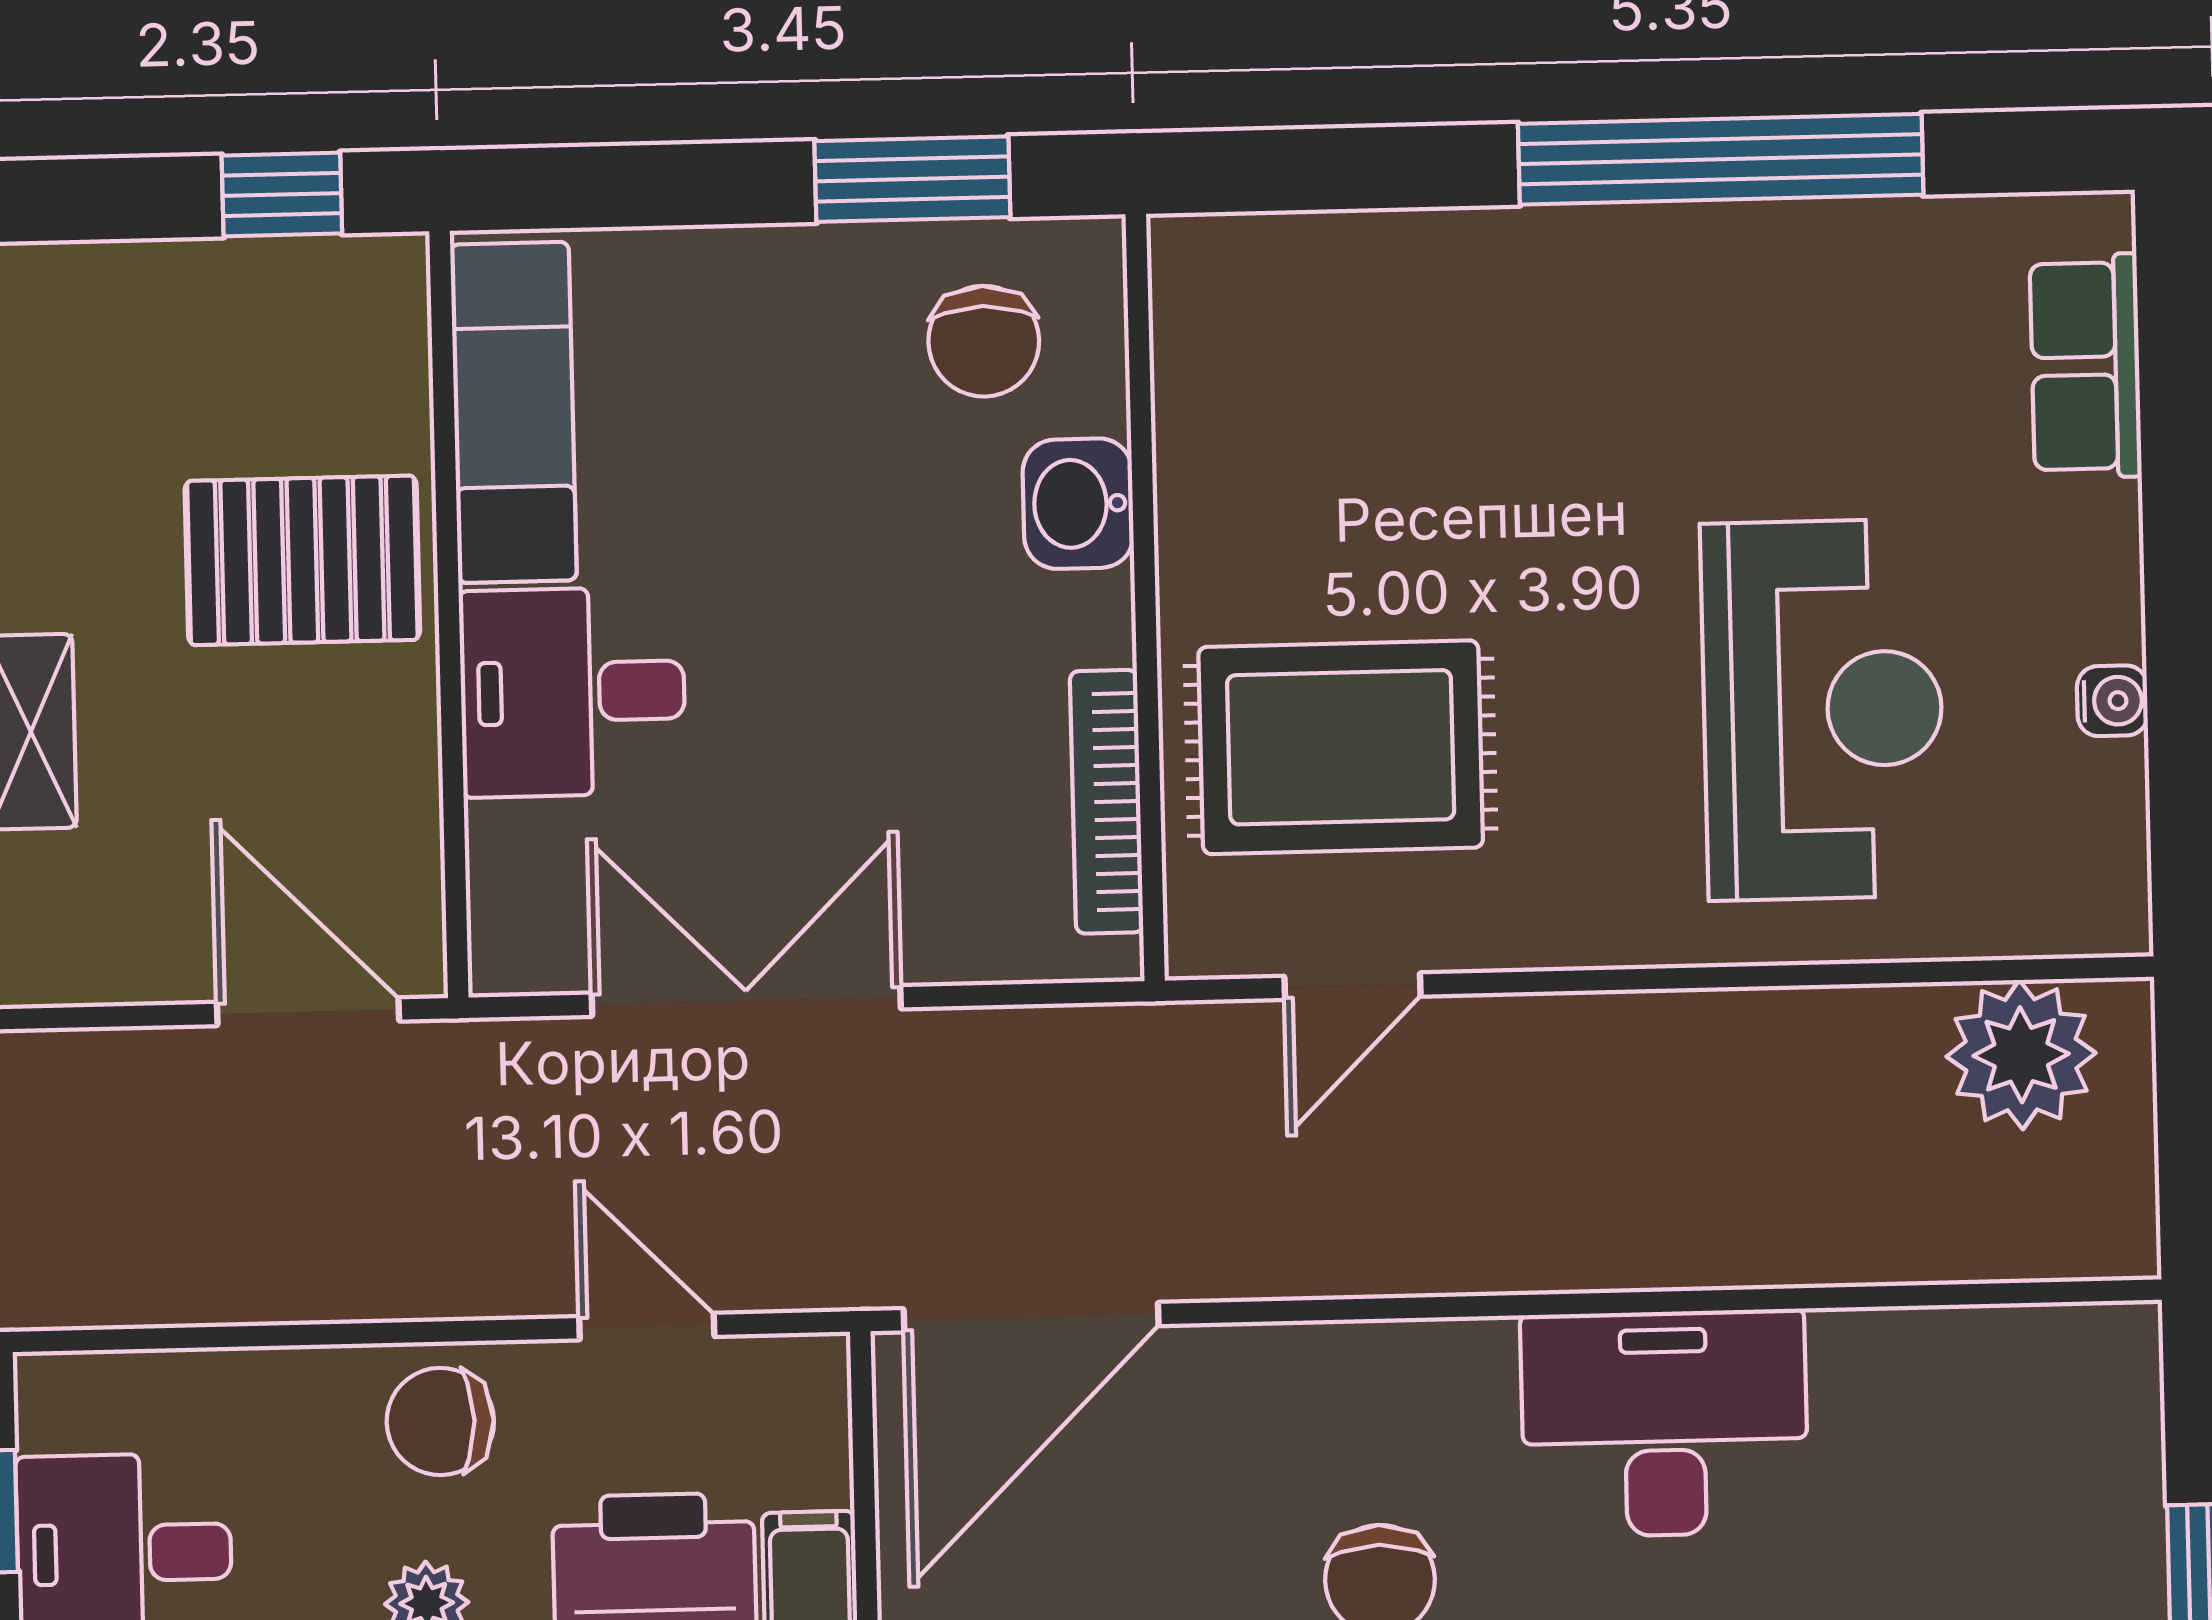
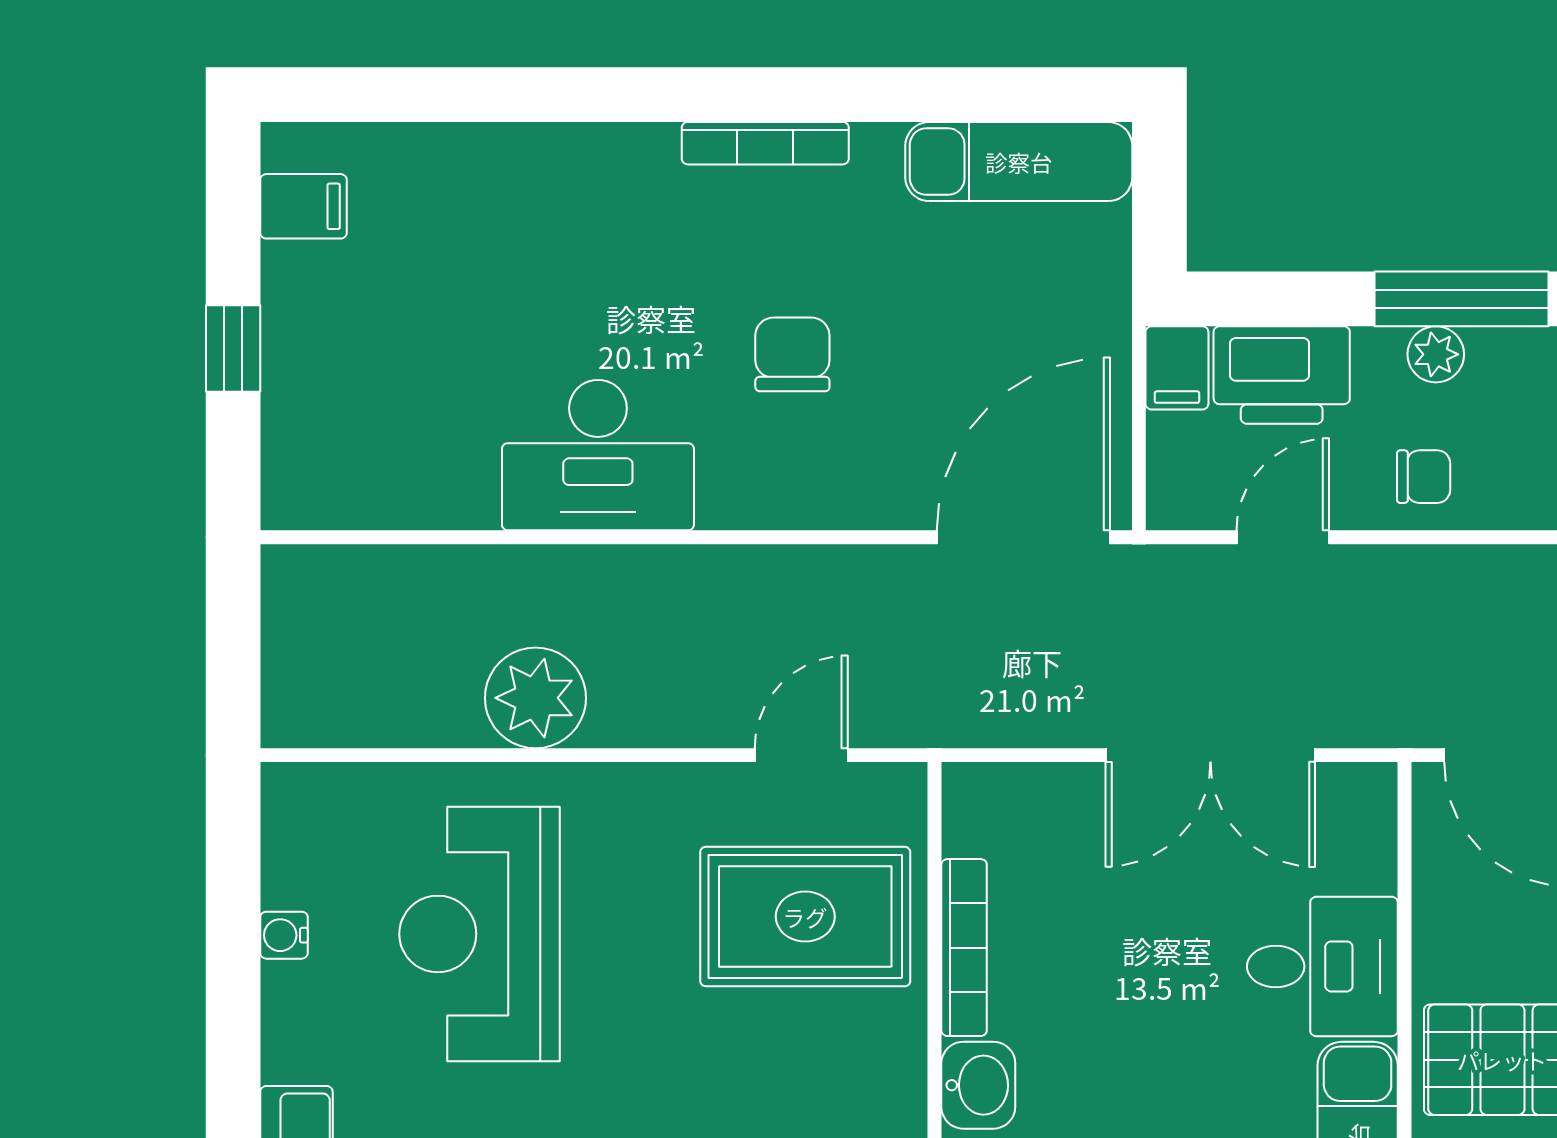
bookcase: (1107, 802) -> (964, 948), moved
plant: (2021, 1055) -> (535, 698), moved
door: (647, 1327) -> (1283, 537), swing flipped
chair: (440, 1421) -> (1424, 477), width x0.73, depth x0.73

